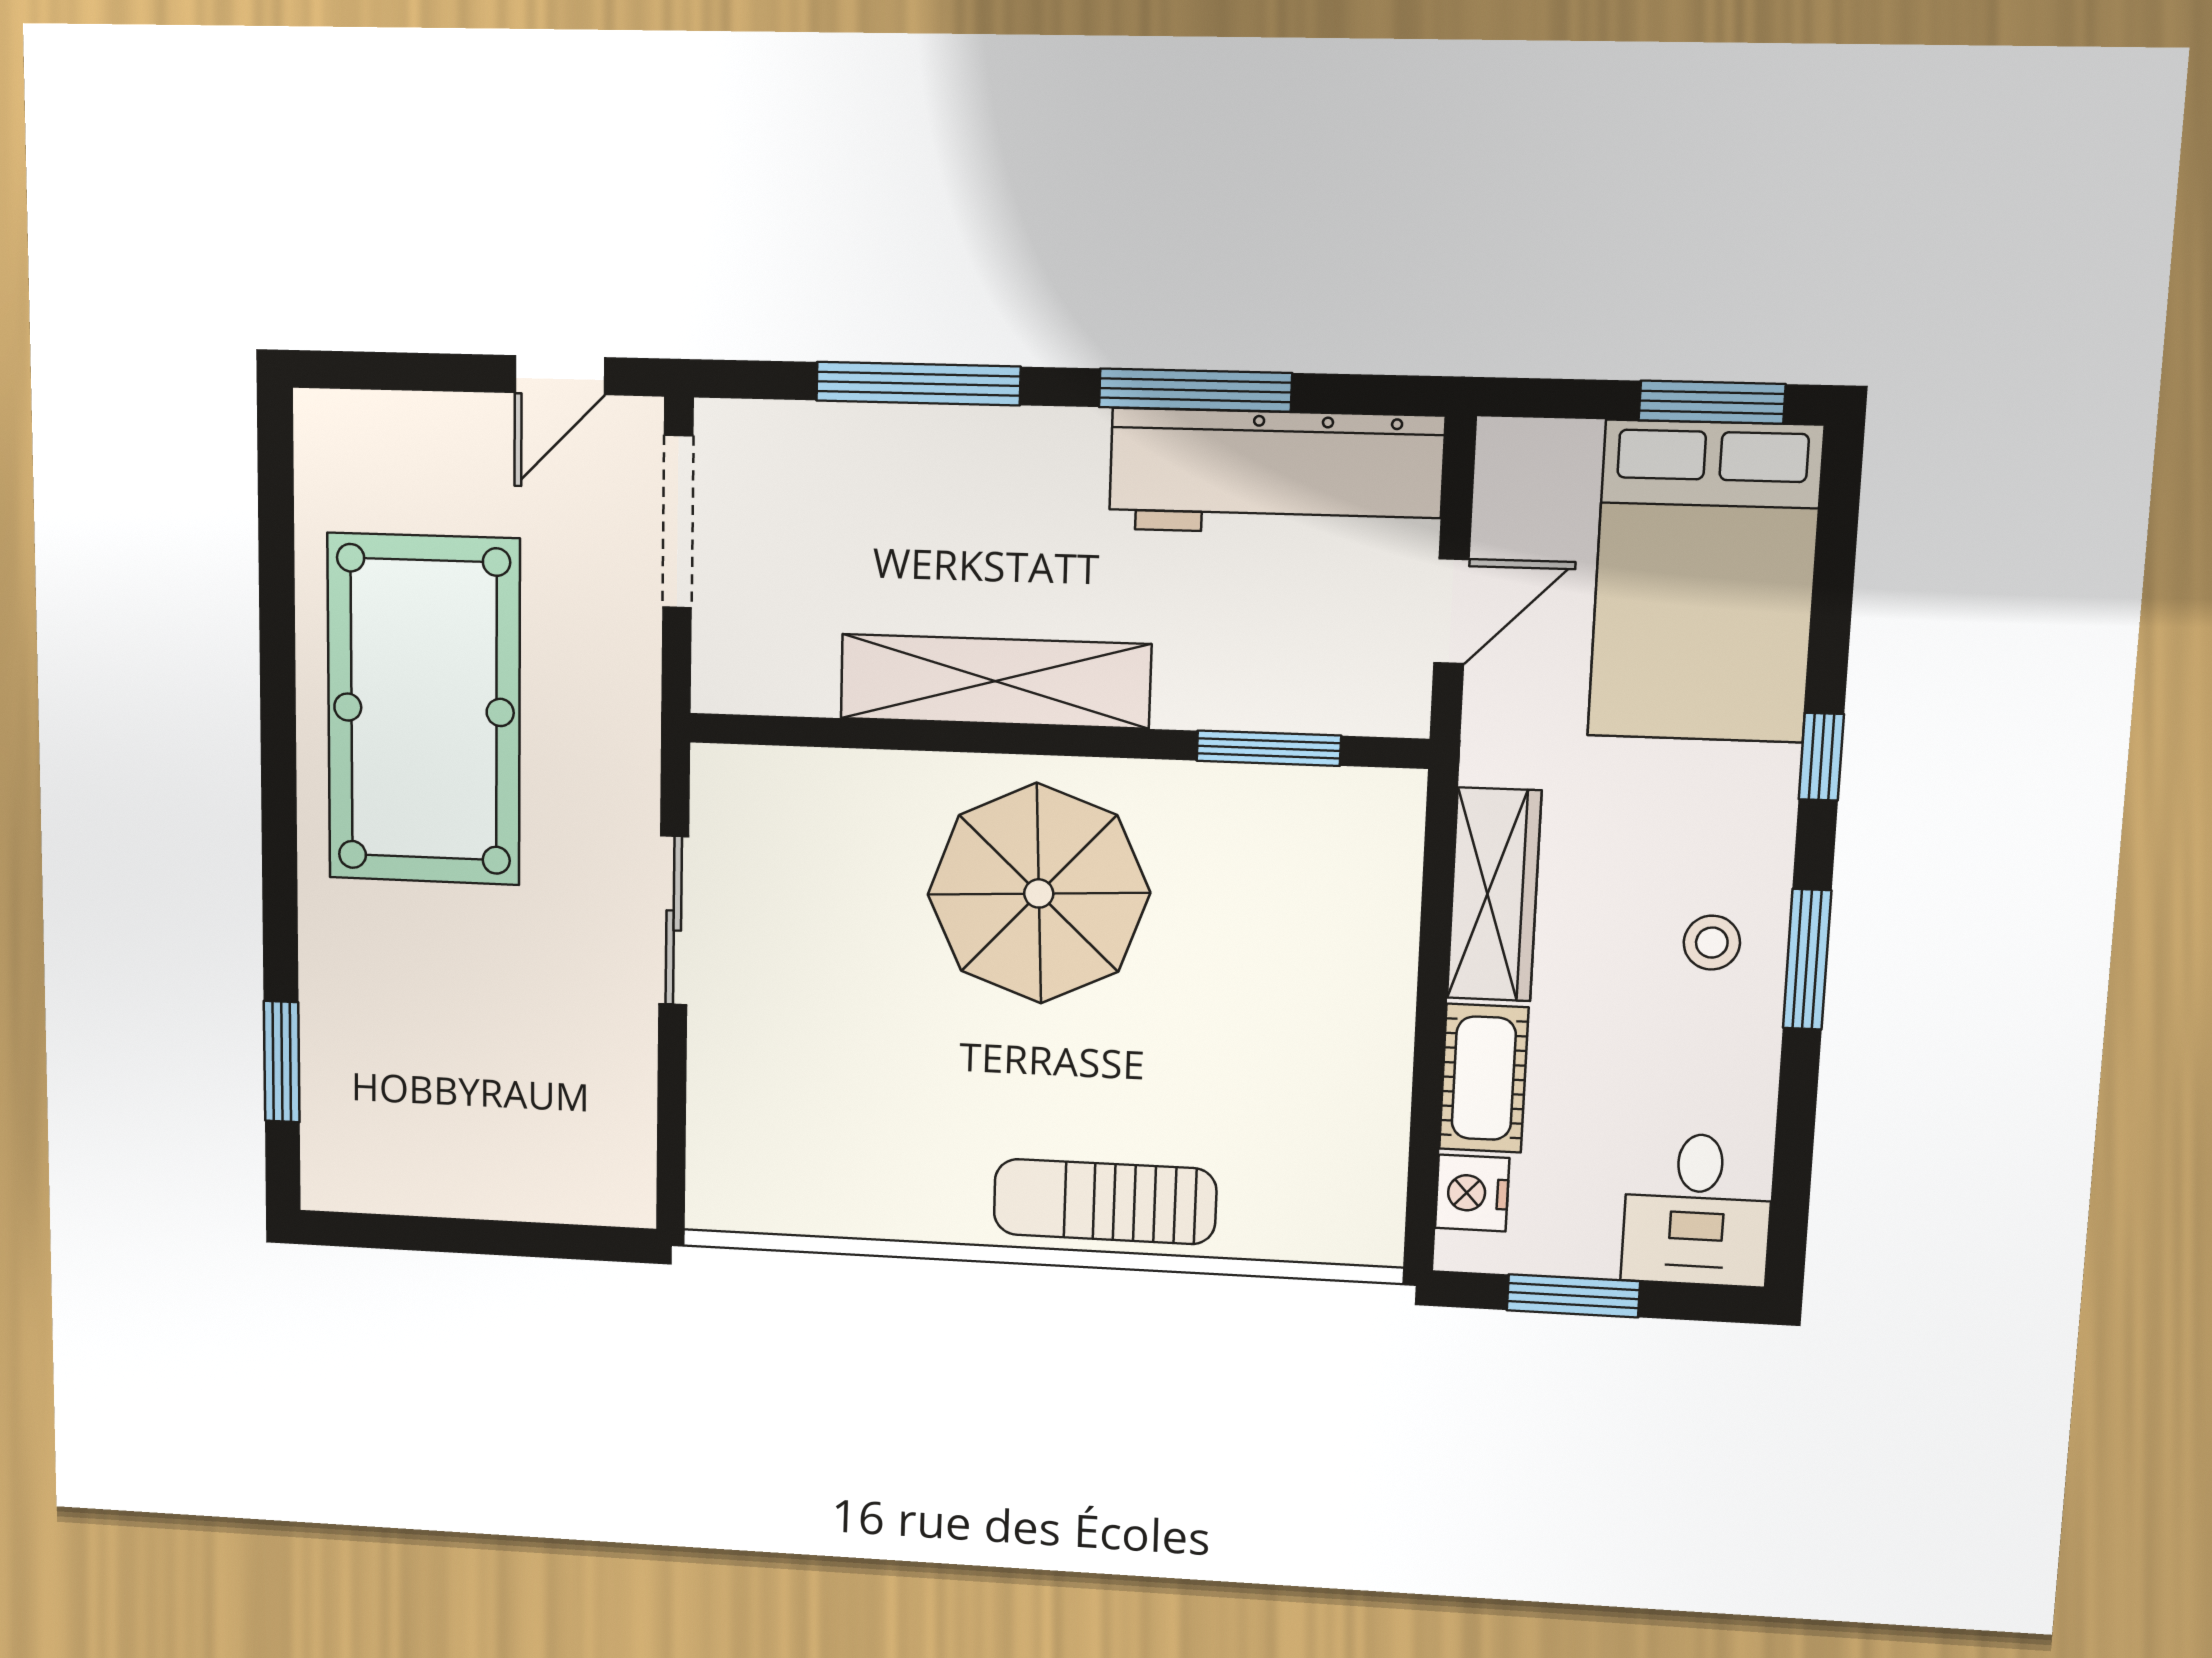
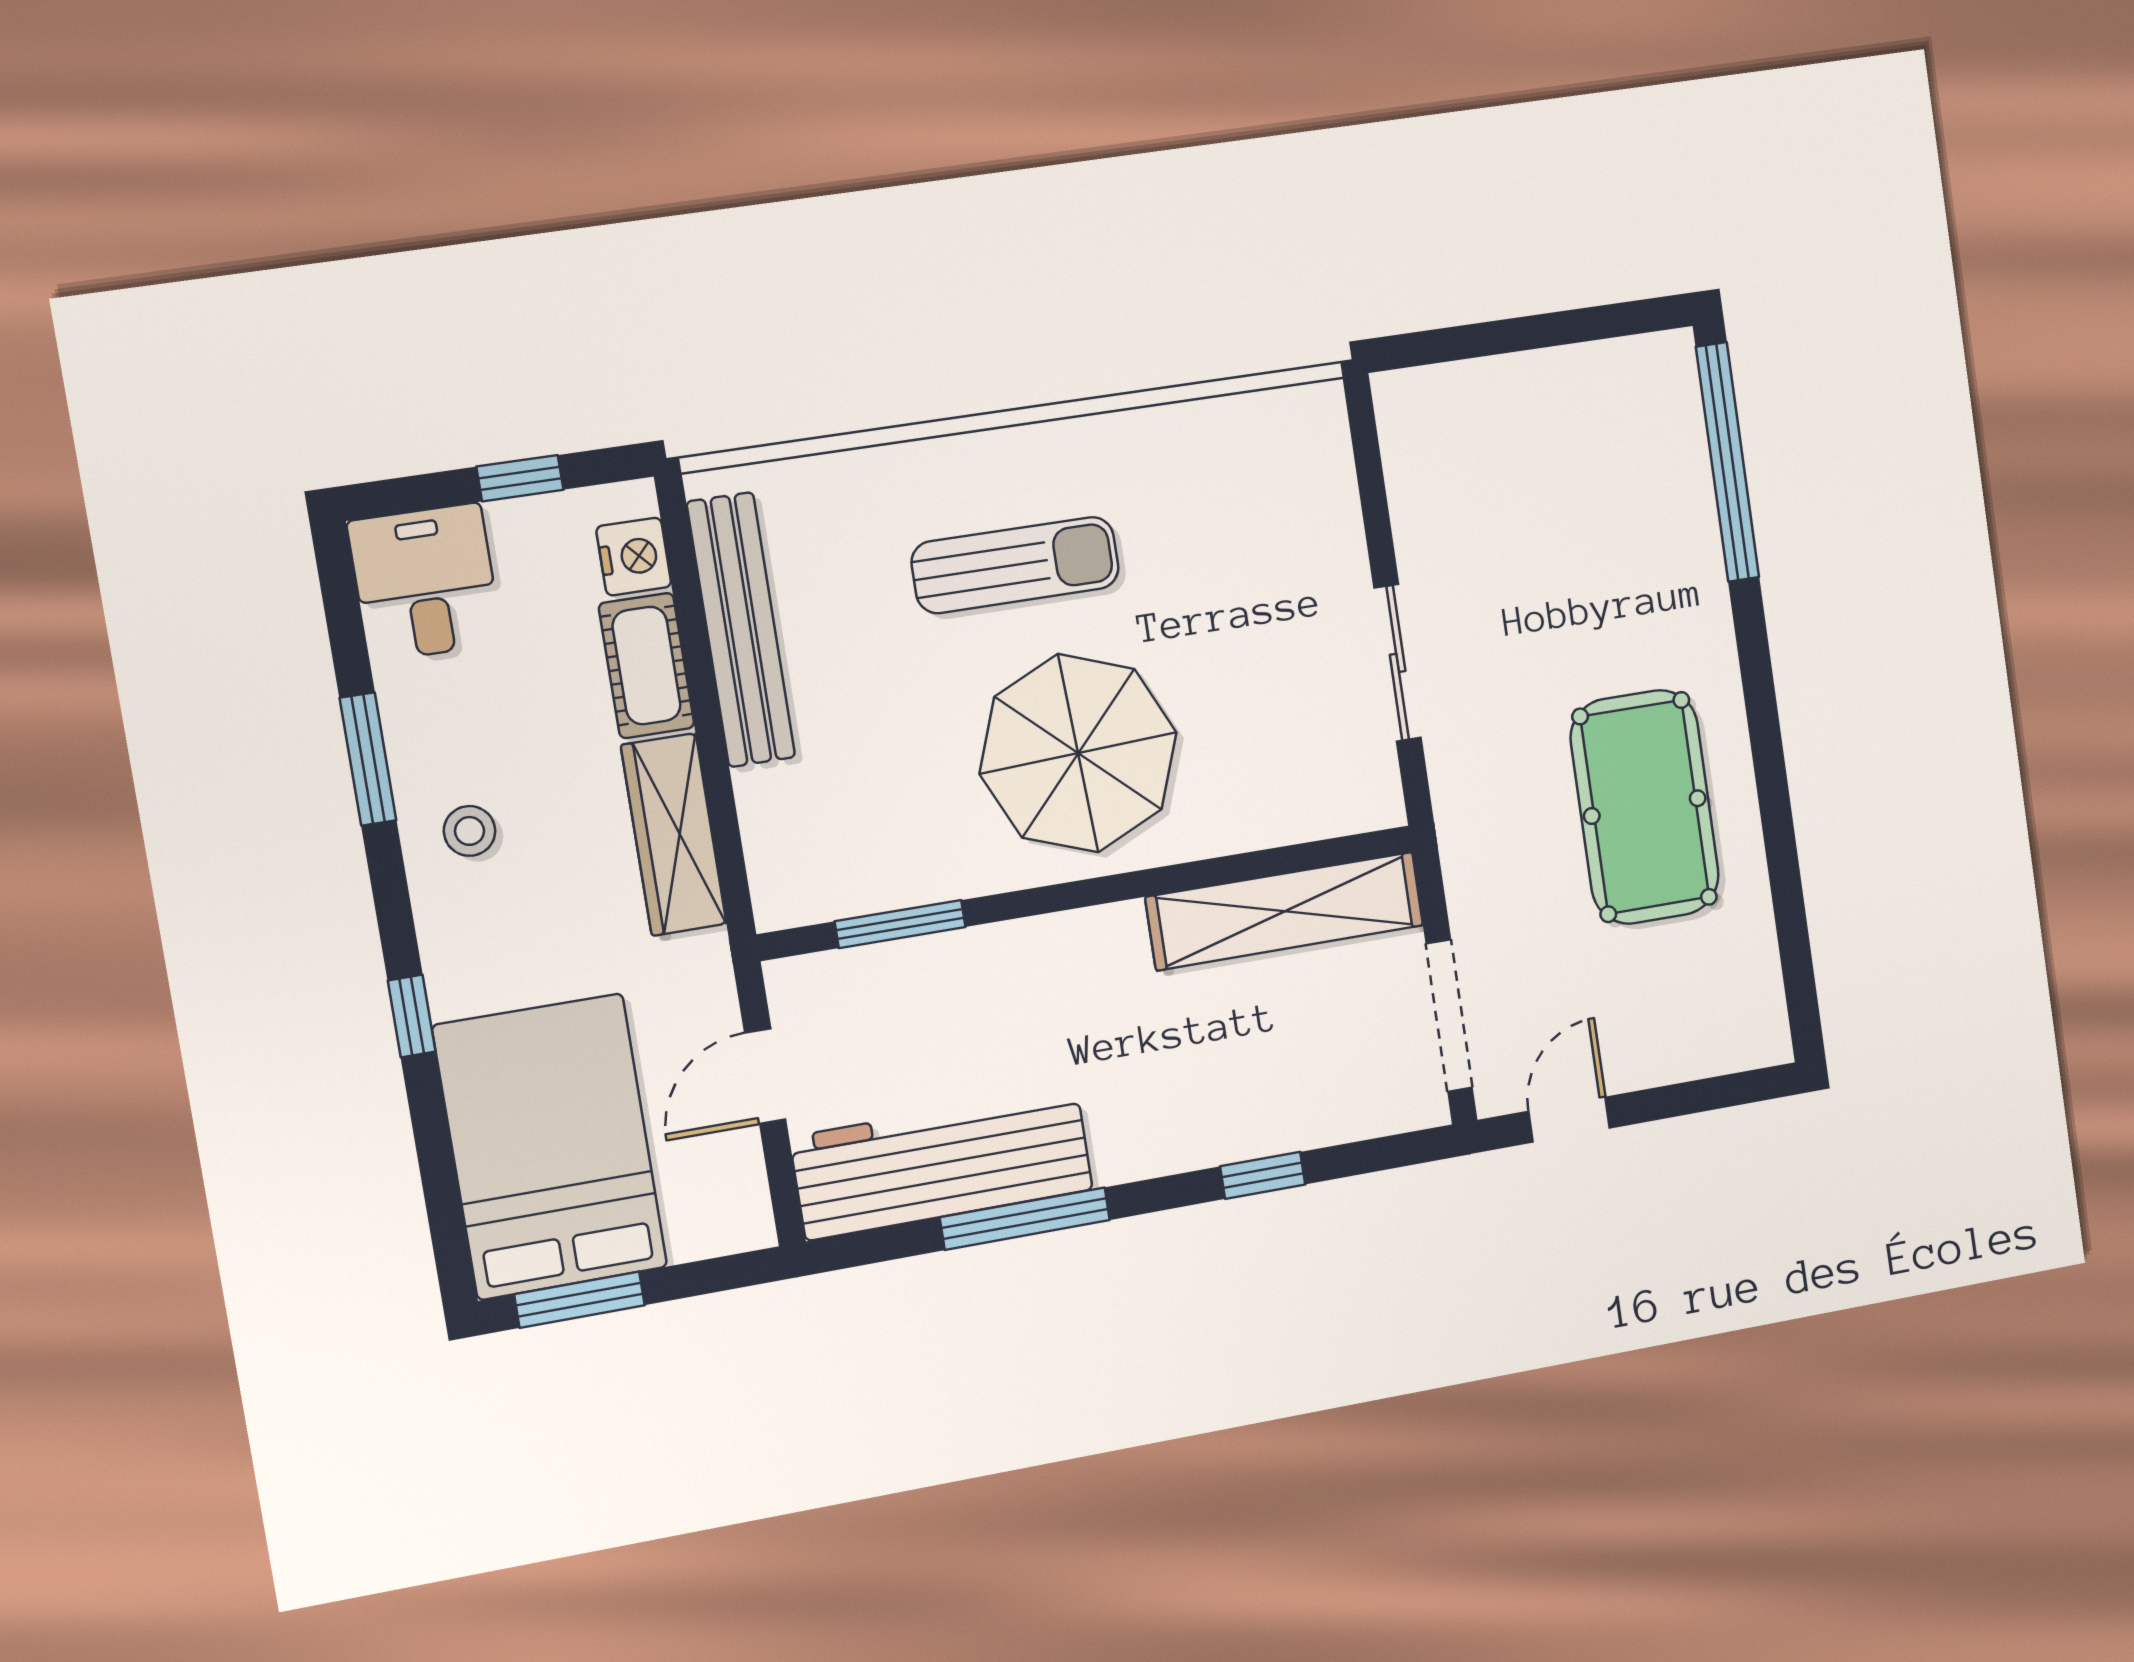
window: (918, 384) -> (1263, 1175), width x0.46
shelving: (995, 681) -> (1285, 911), moved
pool table: (424, 710) -> (1645, 807), width x0.73, depth x0.76
window: (1807, 959) -> (368, 759), moved
window: (282, 1062) -> (1727, 462), width x2.11
bench: (1375, 1095) -> (741, 630), added
sun lounger: (1105, 1202) -> (1015, 565), moved
window: (1573, 1296) -> (520, 478), width x0.67

